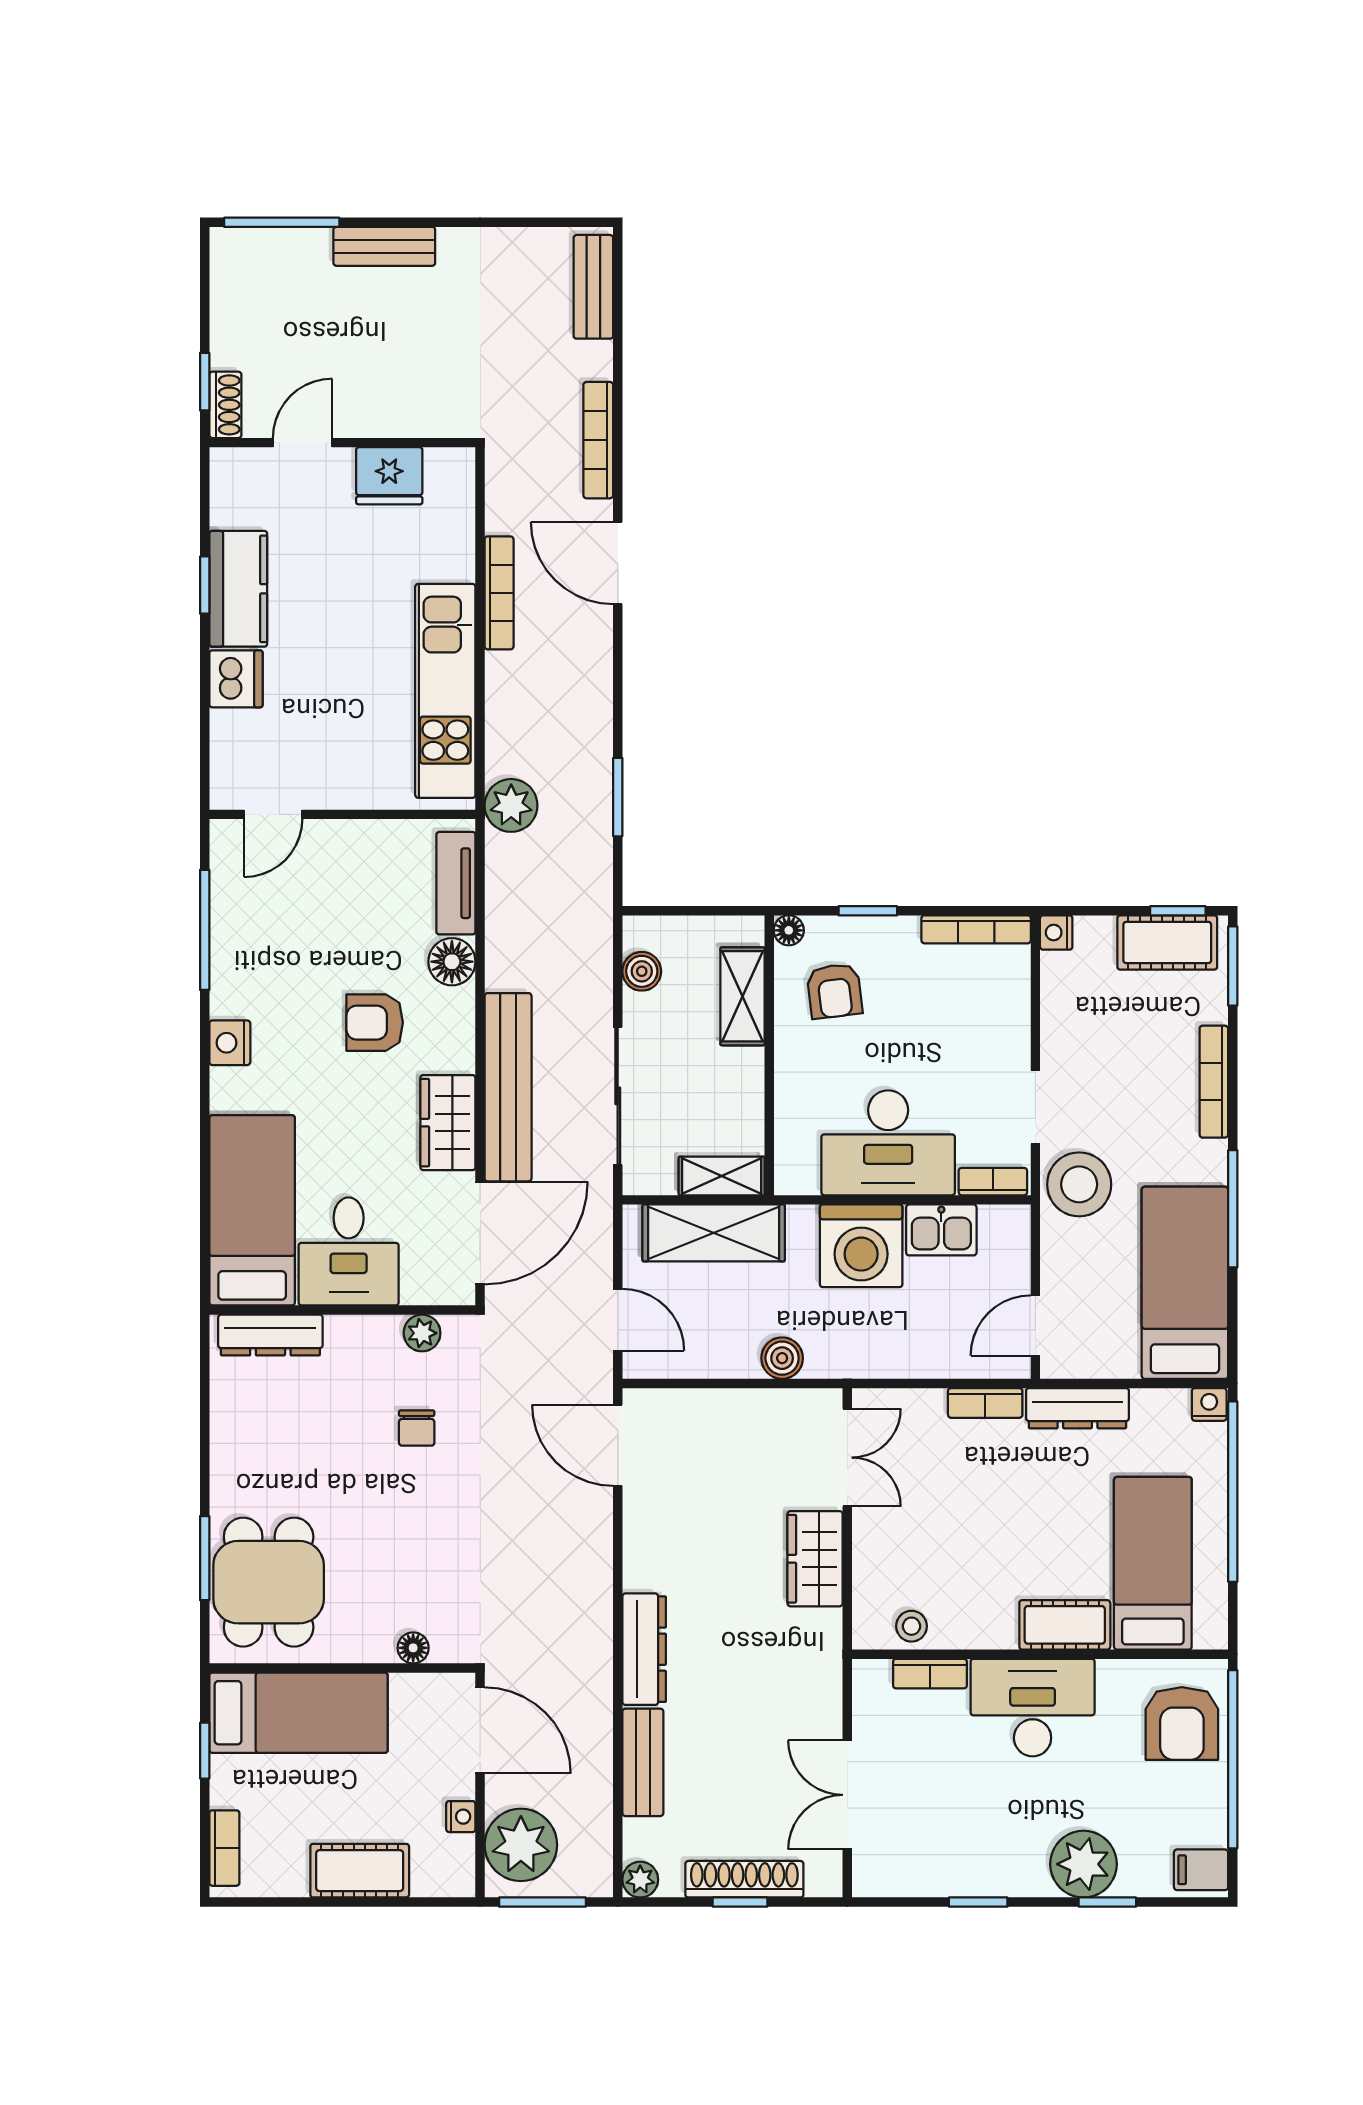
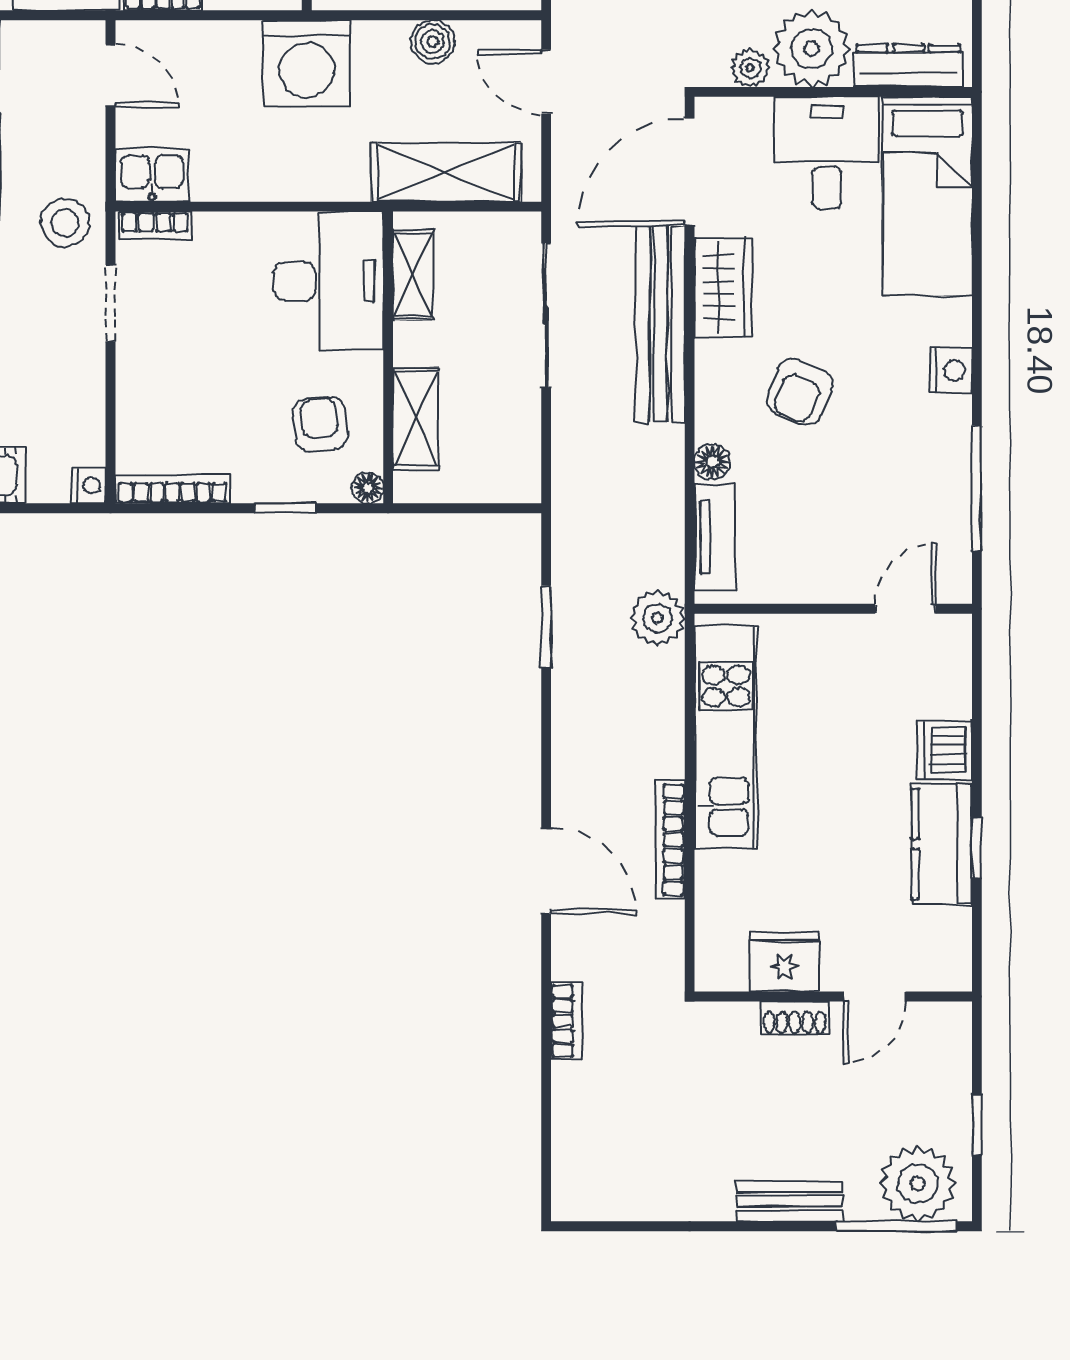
plant: (261, 263) -> (918, 1184), added
bench: (593, 287) -> (572, 1159), removed
window: (205, 382) -> (977, 1125), moved
shoe rack: (225, 405) -> (795, 1018), moved, turned -90
bookcase: (598, 440) -> (566, 1021), width x0.64
floor lamp: (452, 962) -> (712, 462), width x0.73, depth x0.73
boiler: (642, 971) -> (521, 445), removed
armchair: (375, 1023) -> (800, 392), turned 113
desk: (888, 1143) -> (329, 281), moved, turned 90
shelving: (722, 1176) -> (413, 275), moved, turned 90
stool: (1079, 1184) -> (65, 223), width x0.73, depth x0.73
kitchen sink: (941, 1230) -> (152, 175), moved
washing machine: (861, 1246) -> (306, 63), moved, turned 180
door: (1035, 1325) -> (111, 76), hinge flipped
plant: (363, 1351) -> (812, 49), added
boiler: (782, 1358) -> (433, 42), moved

